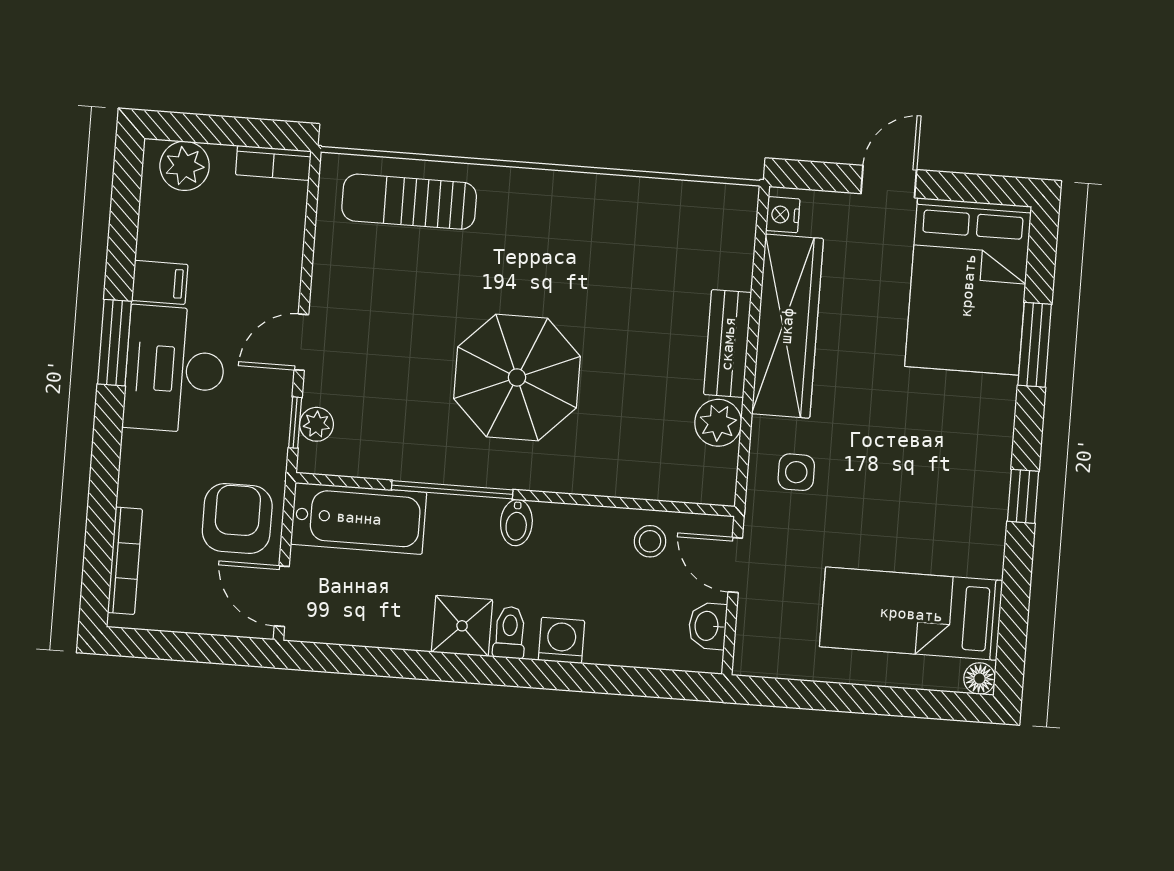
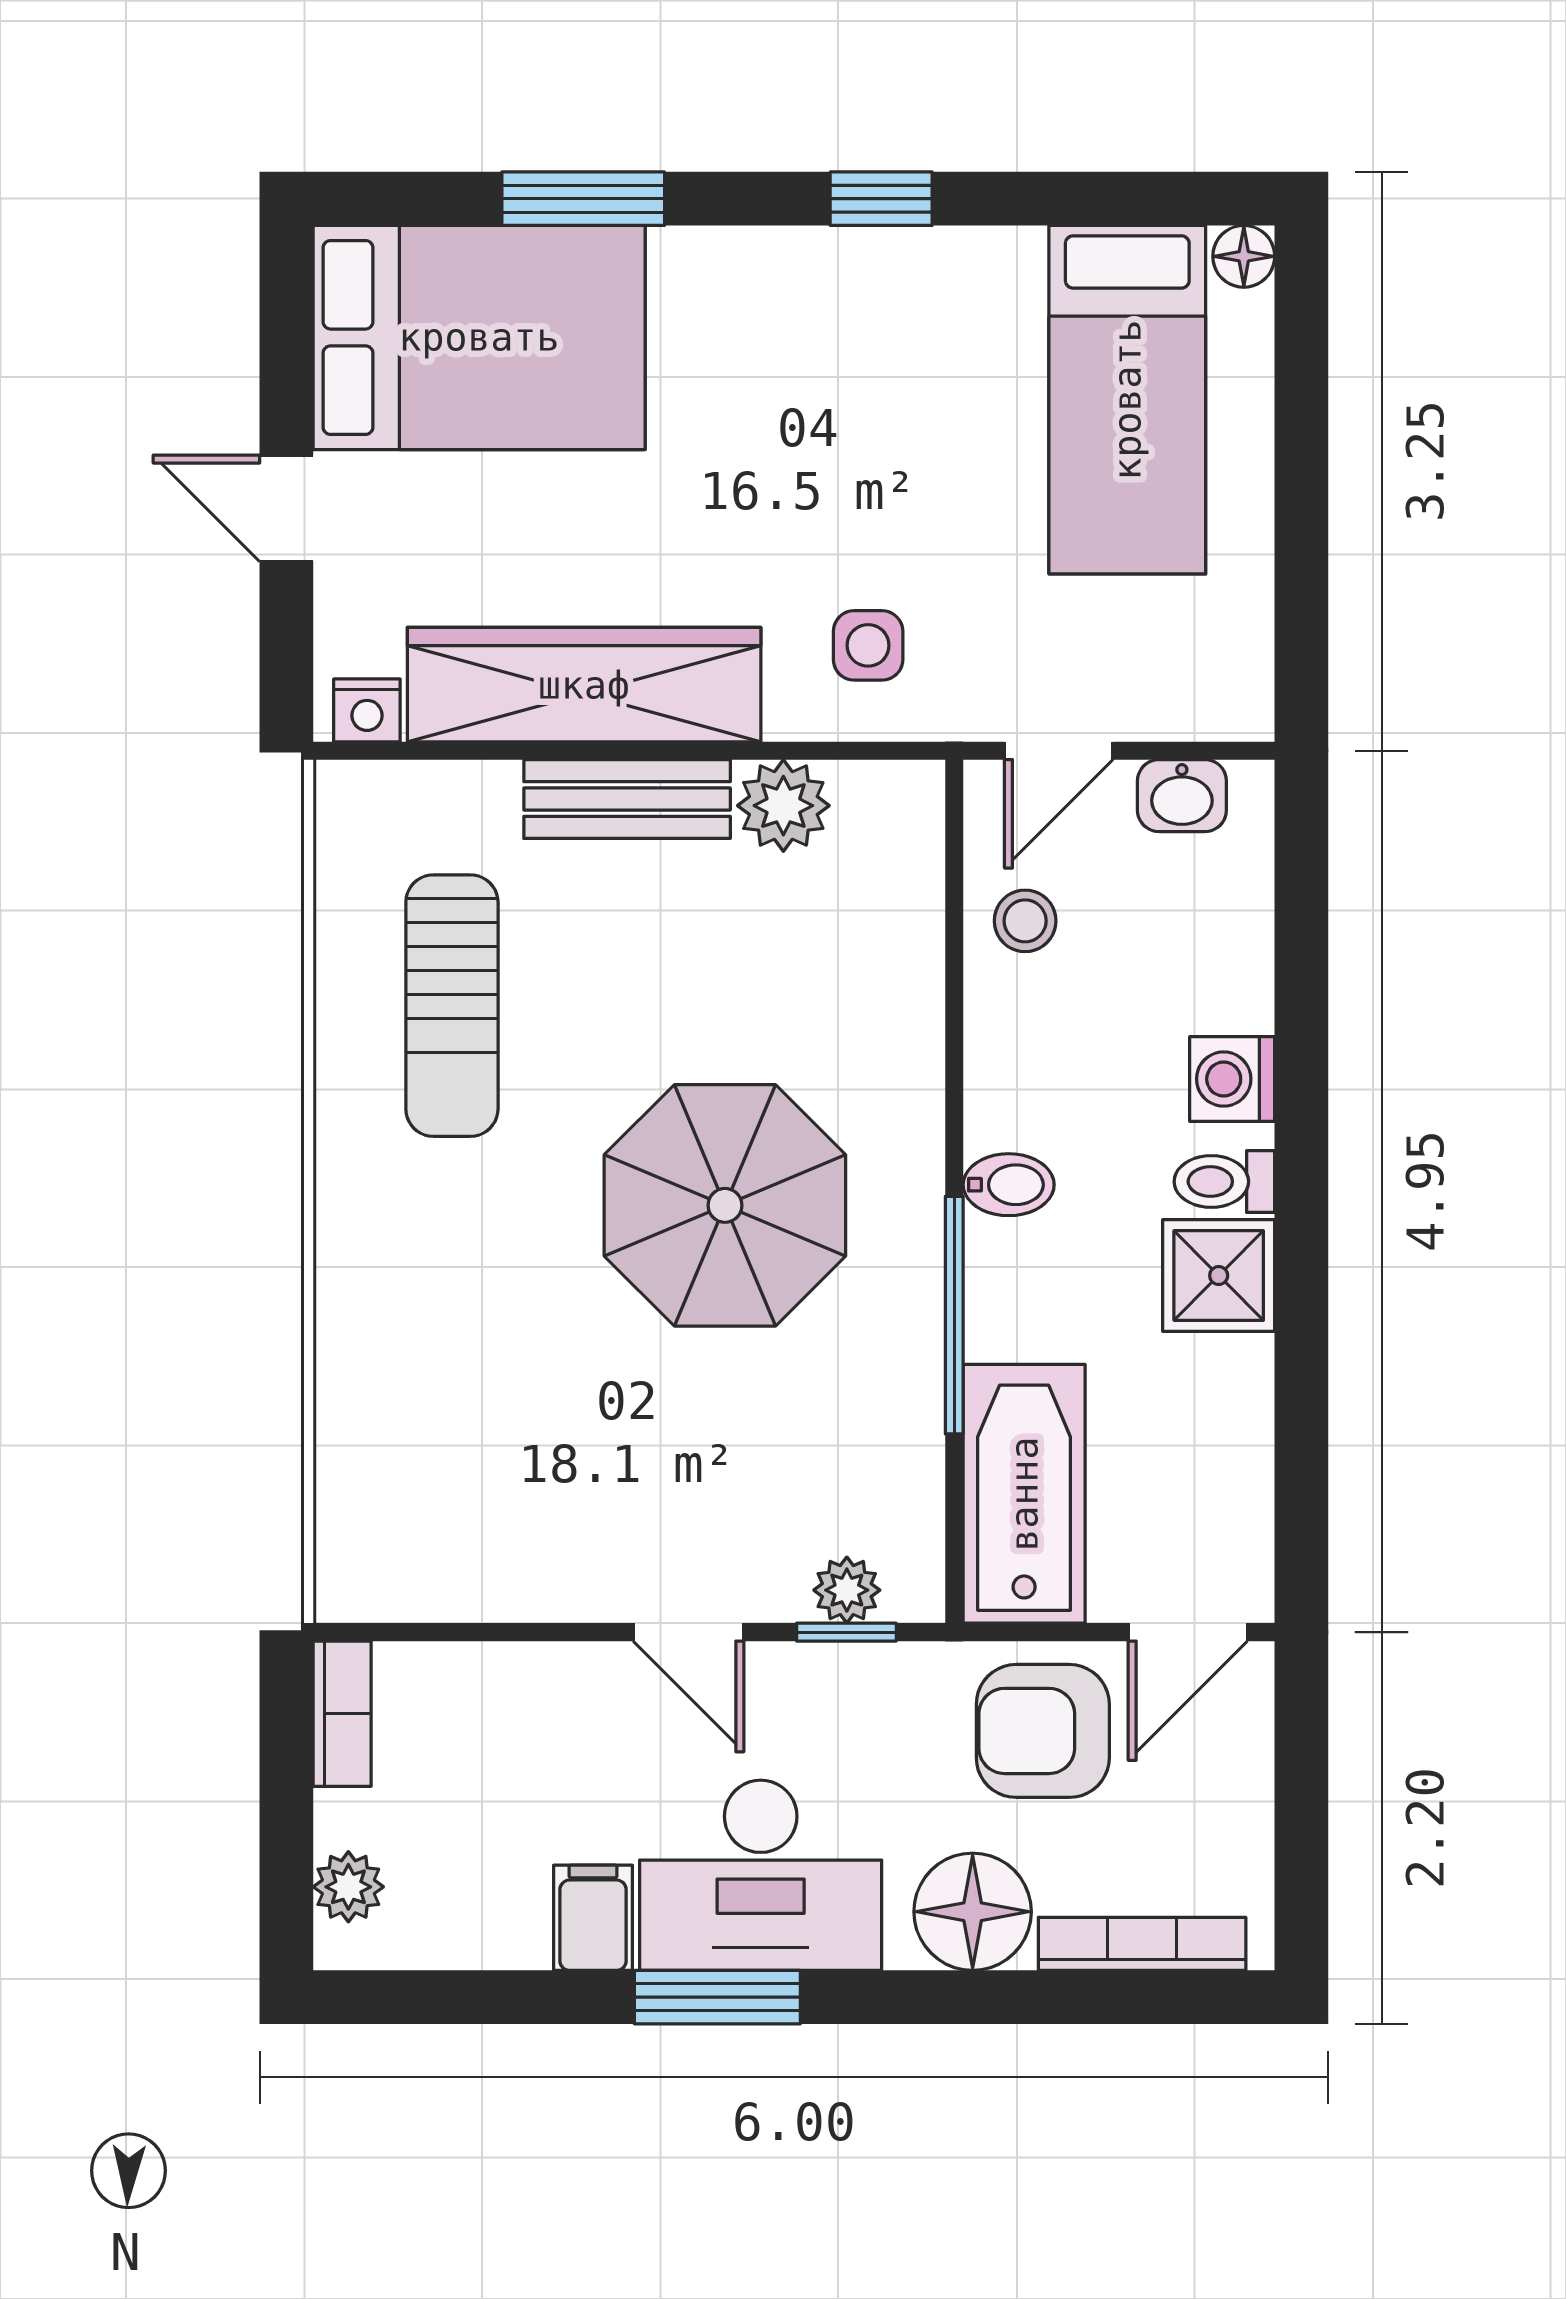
plant: (185, 166) -> (348, 1887), width x0.73, depth x0.73
sun lounger: (409, 202) -> (452, 1006), moved
floor lamp: (148, 476) -> (973, 1912), added

